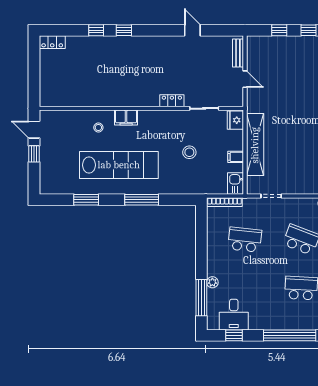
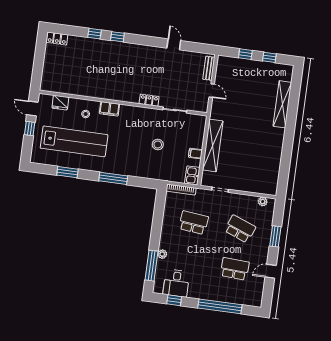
fridge: (235, 120) -> (60, 103), moved, turned -90
lab bench: (119, 165) -> (74, 141), moved

